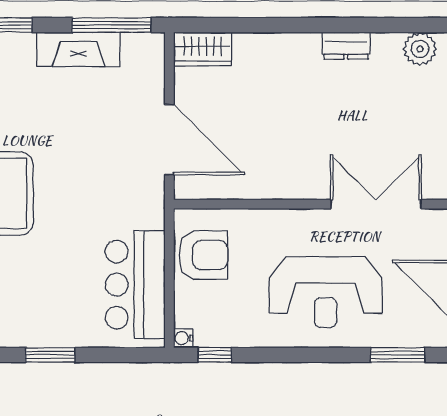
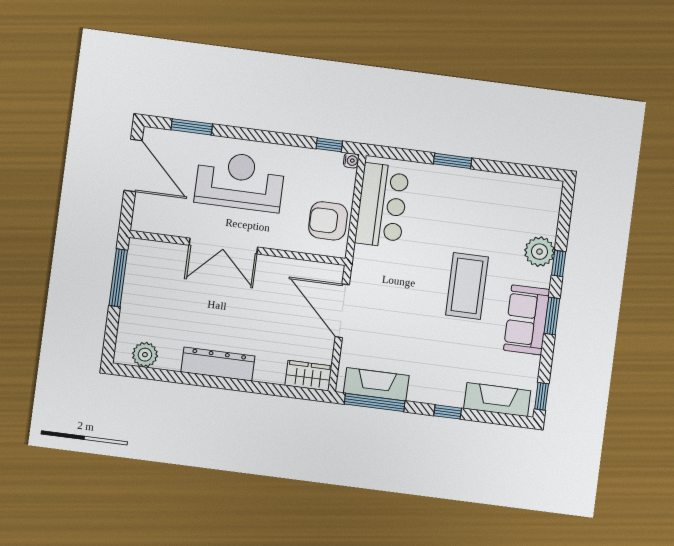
dresser: (346, 46) -> (218, 364), width x1.96, depth x1.24
fireplace: (79, 49) -> (376, 384), moved
double door: (376, 204) -> (223, 246), moved

